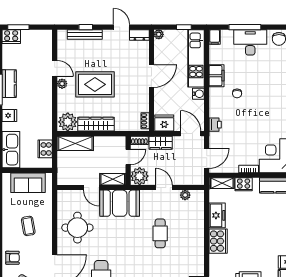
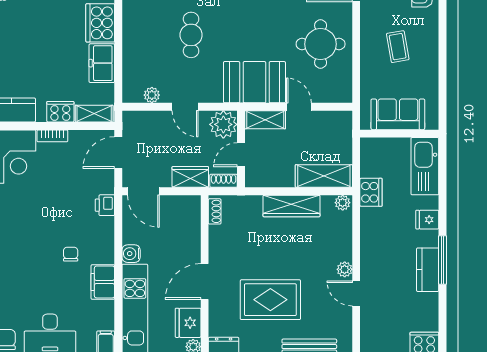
rug: (95, 84) -> (270, 300), moved
plant: (68, 122) -> (343, 203), width x0.53, depth x0.53
fridge: (164, 123) -> (188, 323), moved, turned 90
cooker: (45, 149) -> (371, 192), moved

